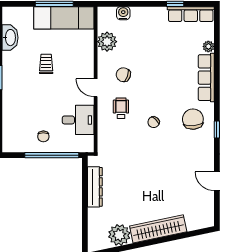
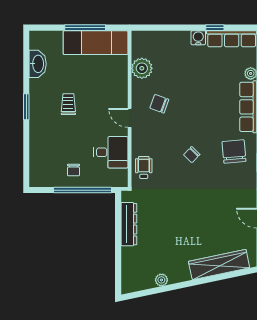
water cooler: (123, 13) -> (198, 38), moved
trolley: (46, 64) -> (68, 104), moved
wheelchair: (121, 108) -> (144, 167), moved
wardrobe: (158, 229) -> (219, 265), moved
plant: (119, 235) -> (161, 280), width x0.53, depth x0.53

